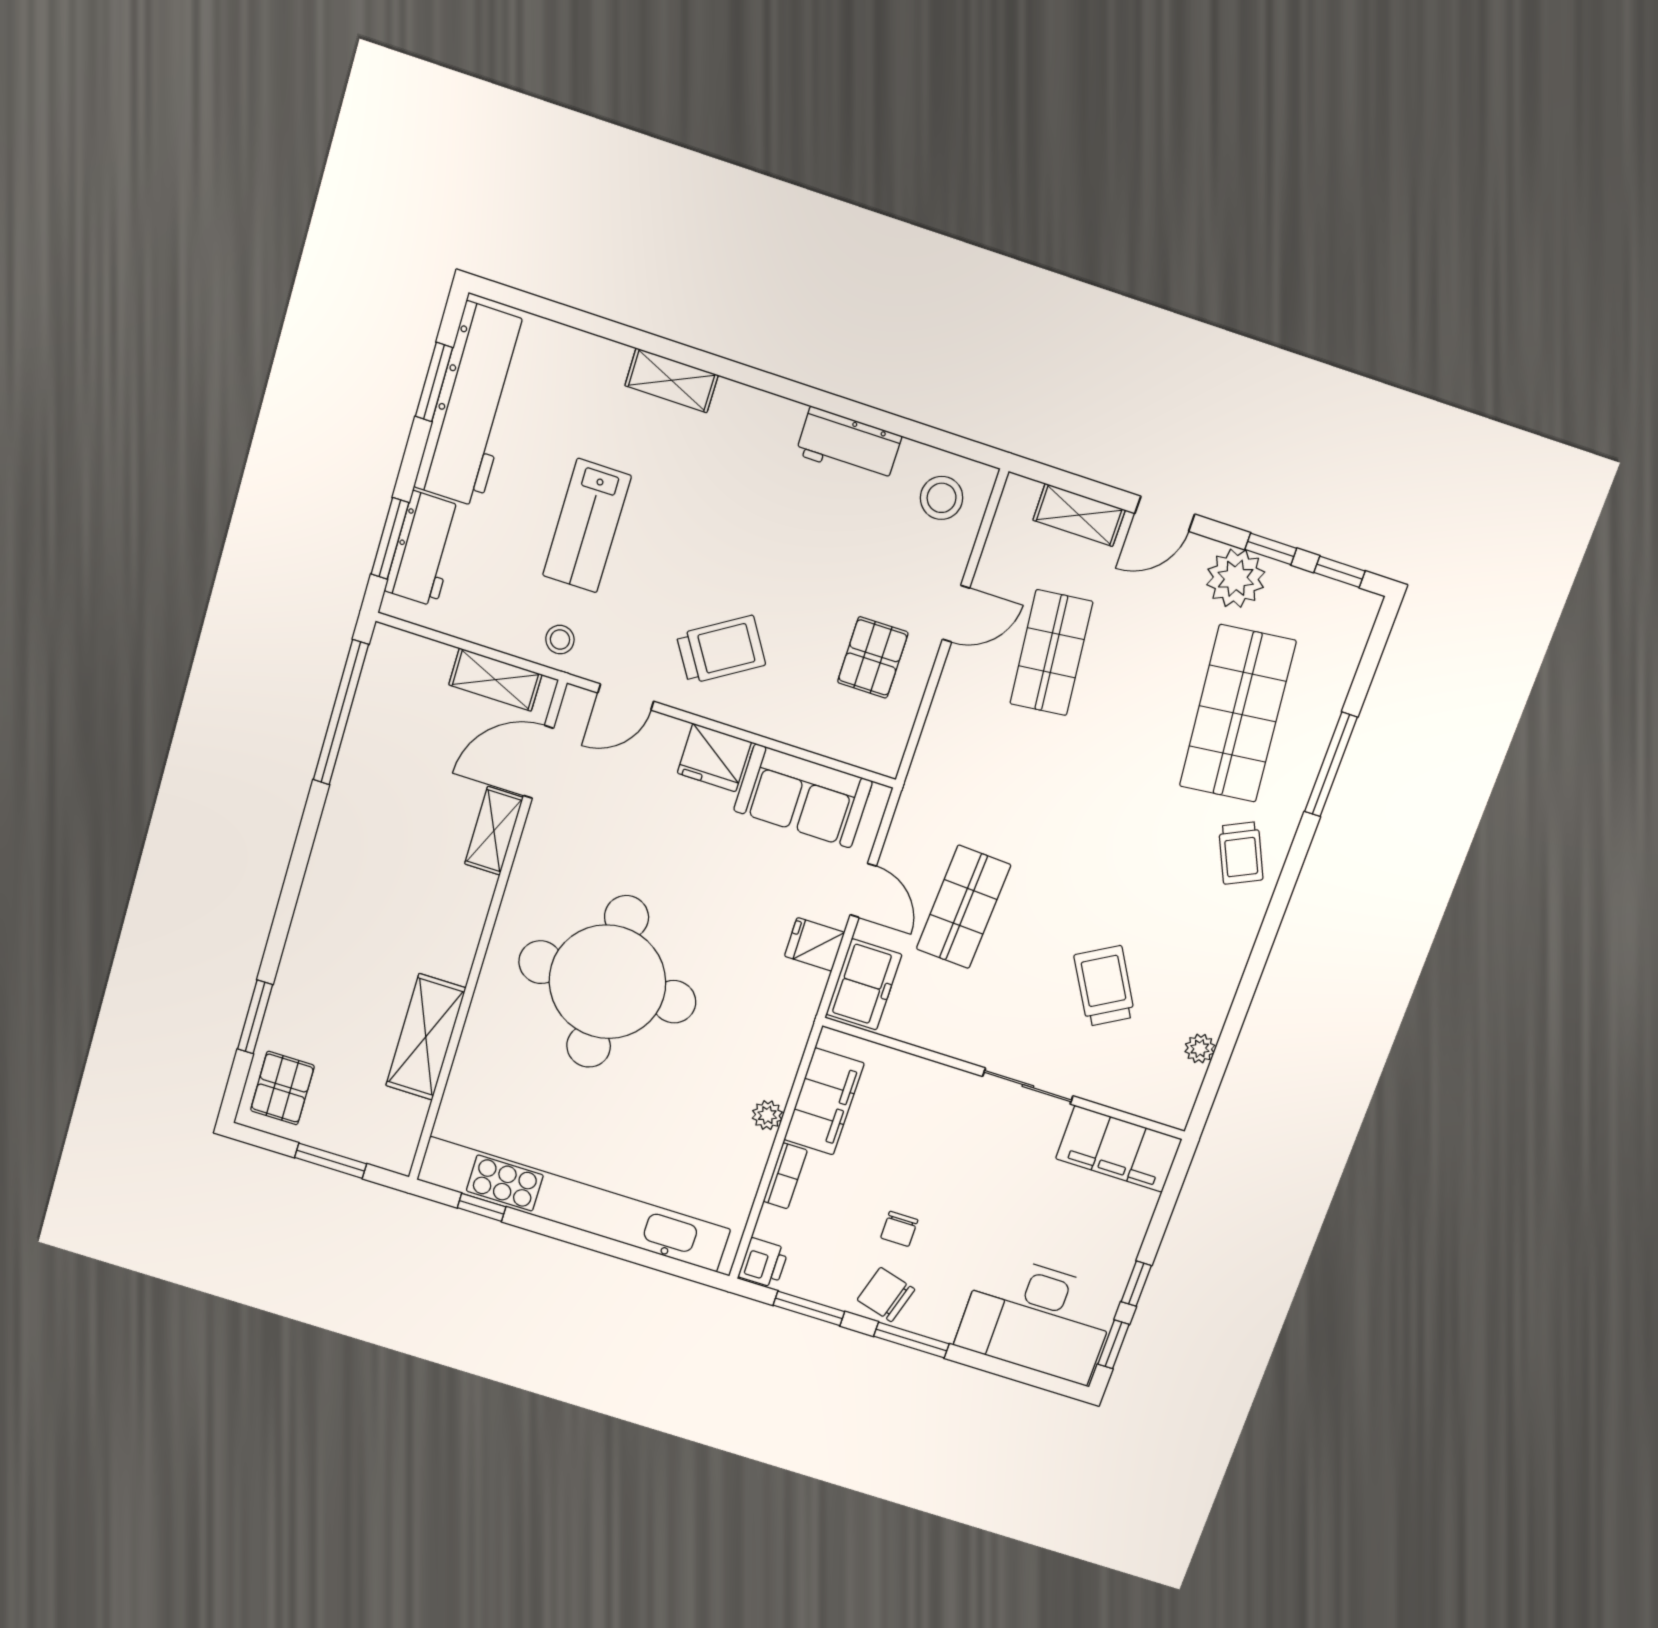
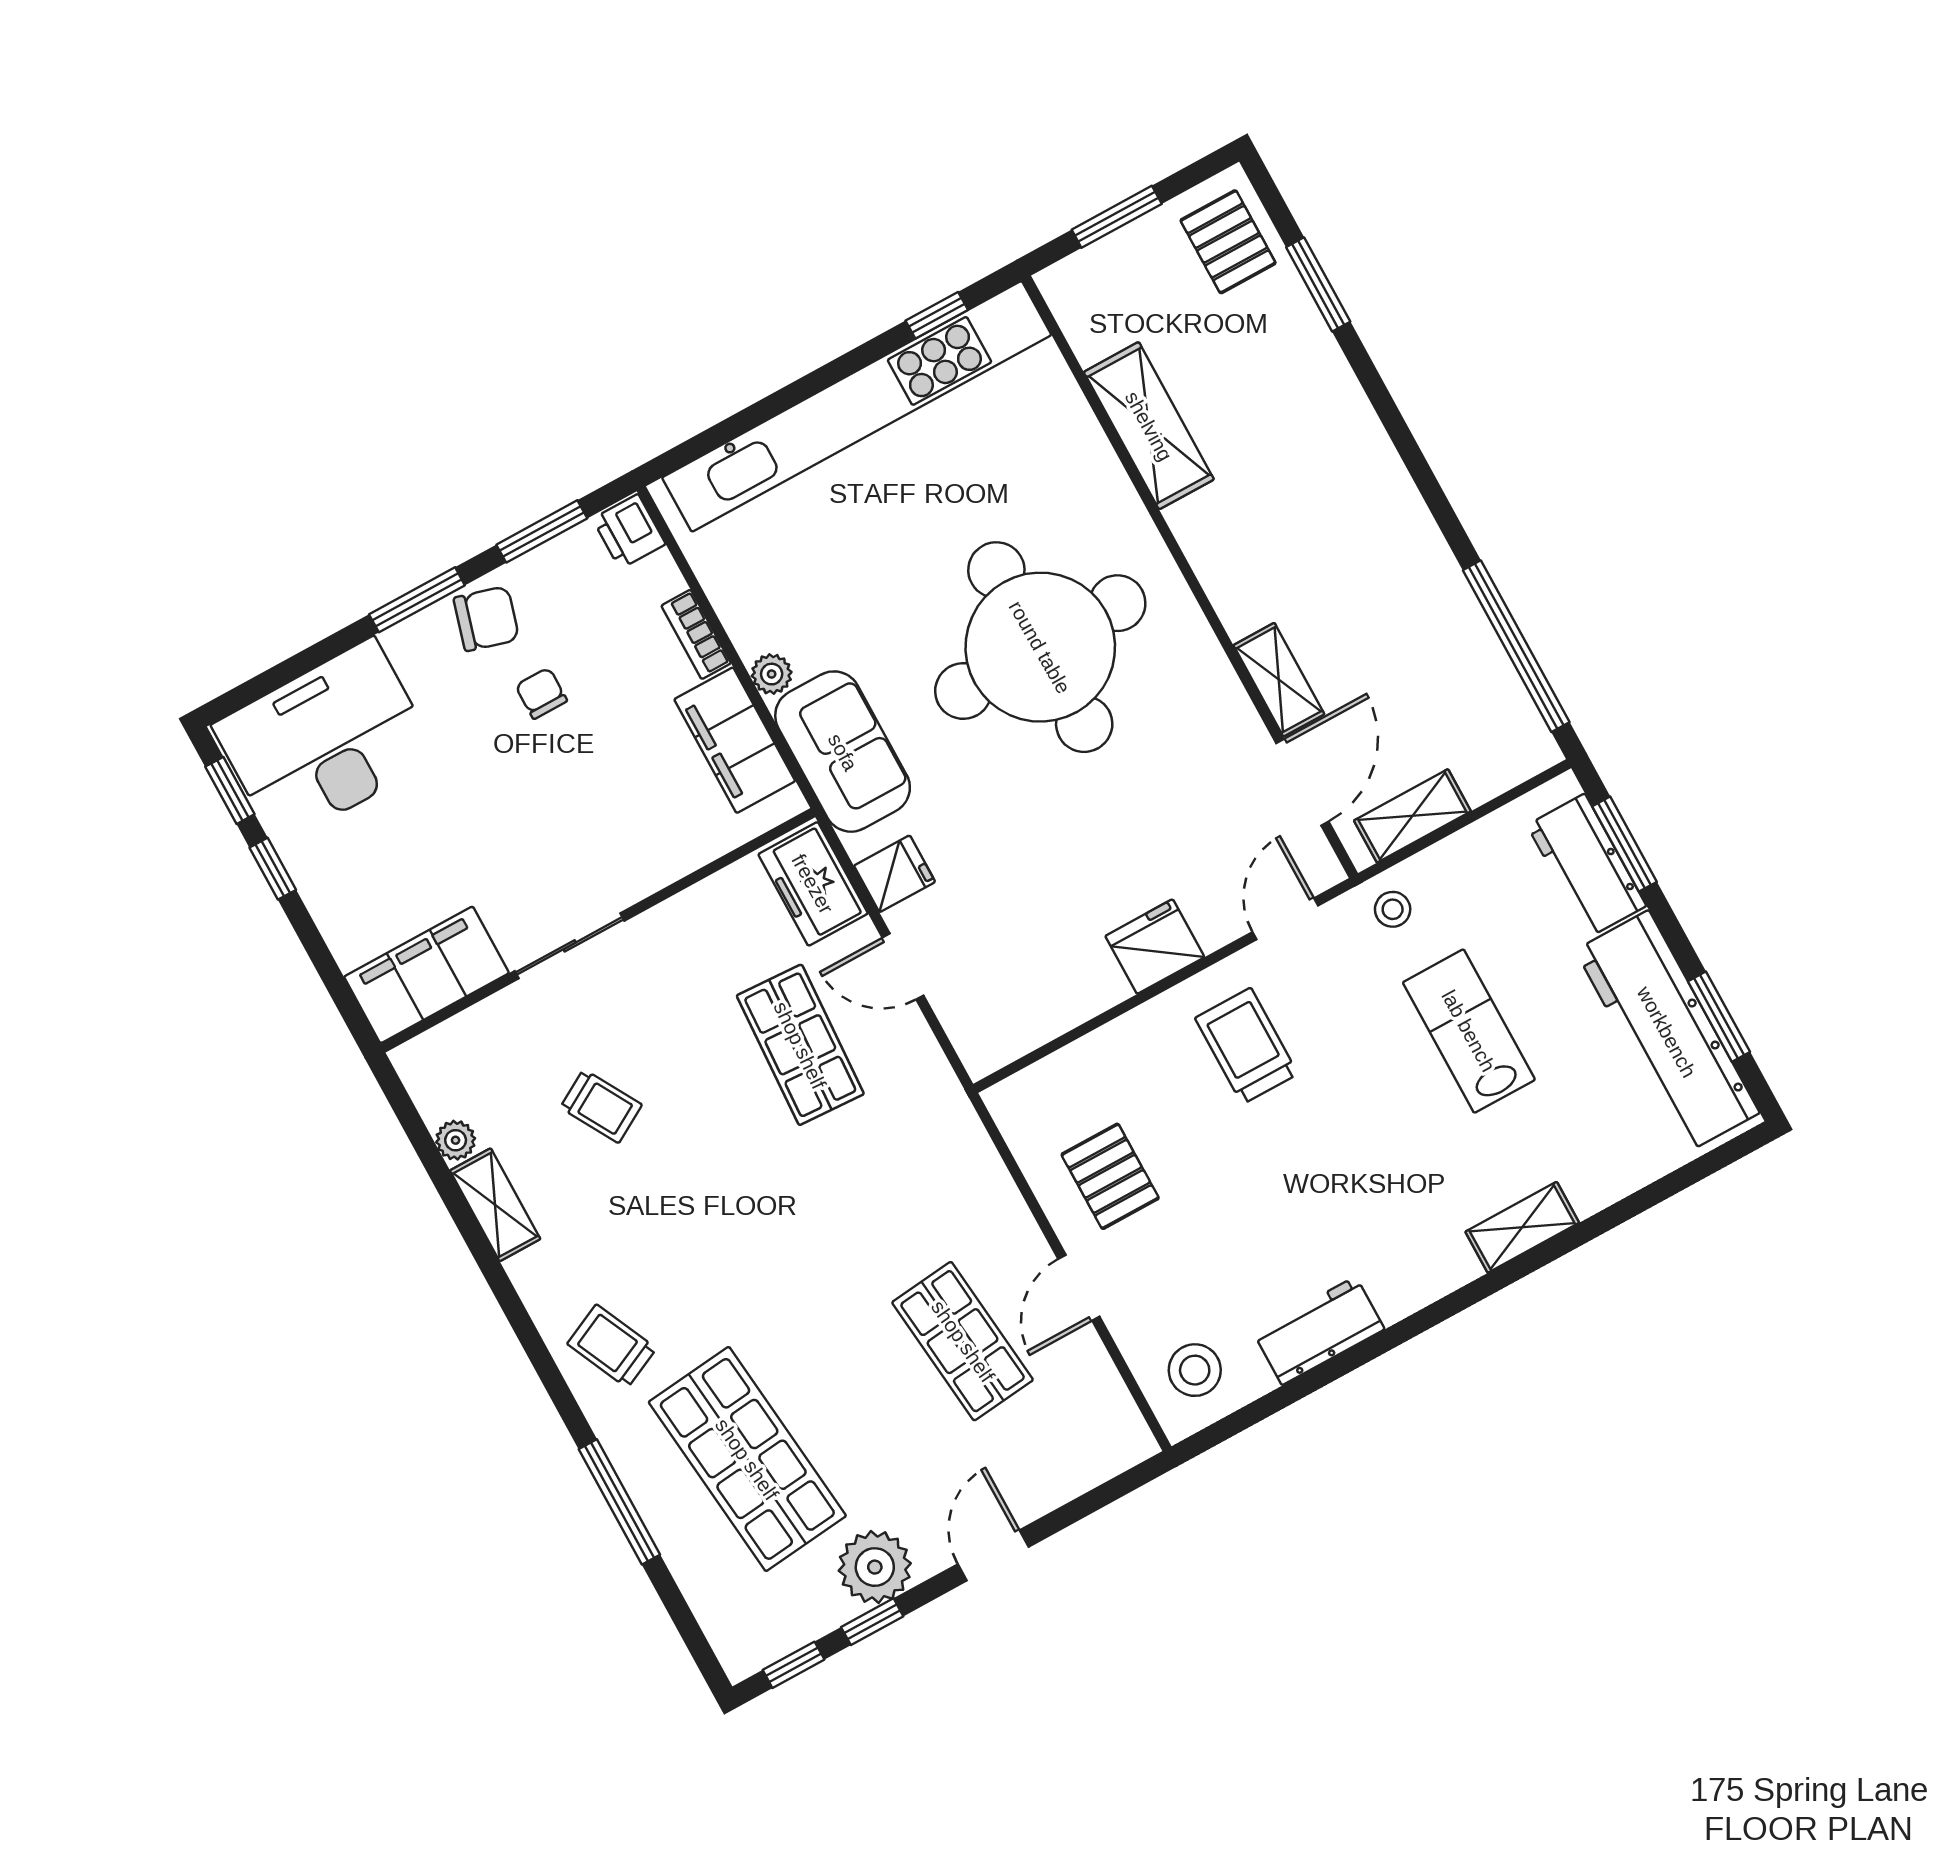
shelving: (1079, 515) -> (495, 1205), moved, turned 90
trolley: (721, 650) -> (1246, 1046), turned 122
sofa: (803, 796) -> (843, 752), moved, turned 90
trolley: (1104, 986) -> (601, 1106), width x0.73, depth x0.72

